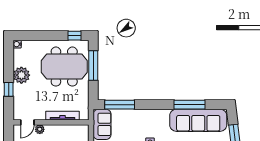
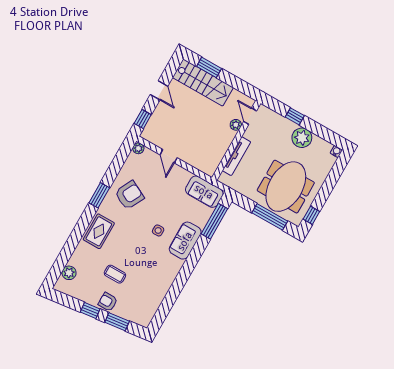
window: (190, 105) -> (173, 293), removed
sofa: (198, 120) -> (185, 241), moved, width x0.54, depth x0.79

